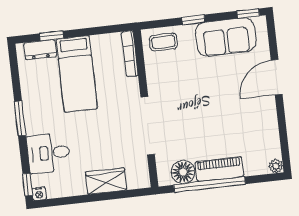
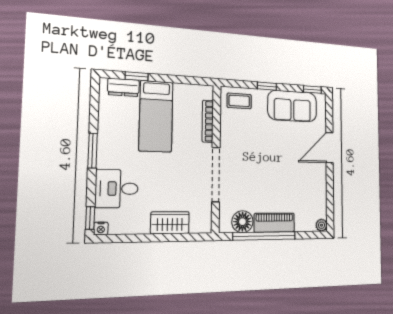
bookcase: (130, 54) -> (208, 121), moved

